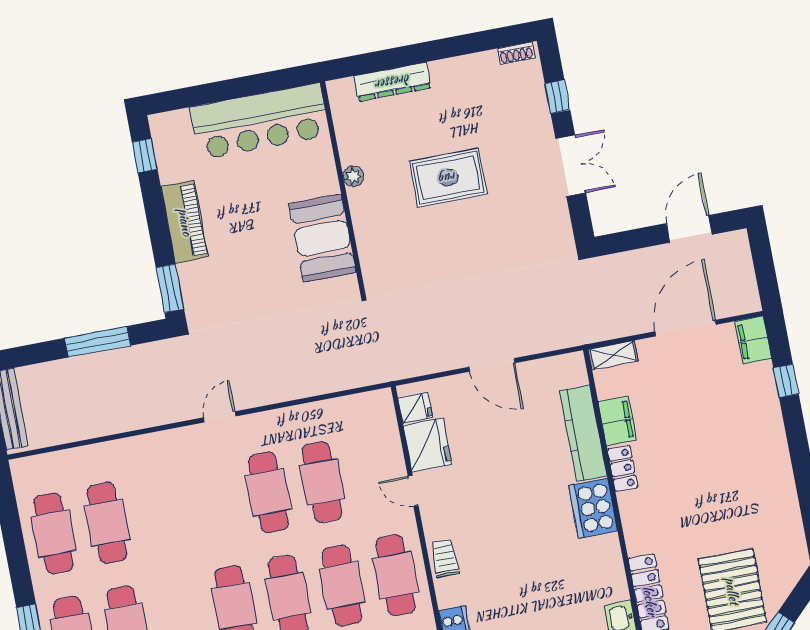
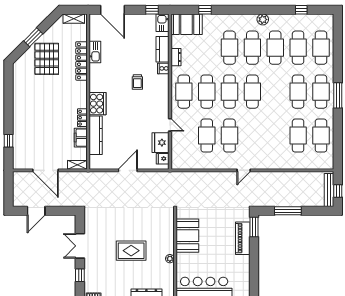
window: (145, 156) -> (254, 283), removed
piano: (185, 222) -> (243, 238), moved
door: (686, 328) -> (45, 170), hinge flipped
filing cabinet: (753, 340) -> (19, 160), removed
door: (492, 365) -> (128, 170), hinge flipped
trolley: (445, 558) -> (137, 82), moved

